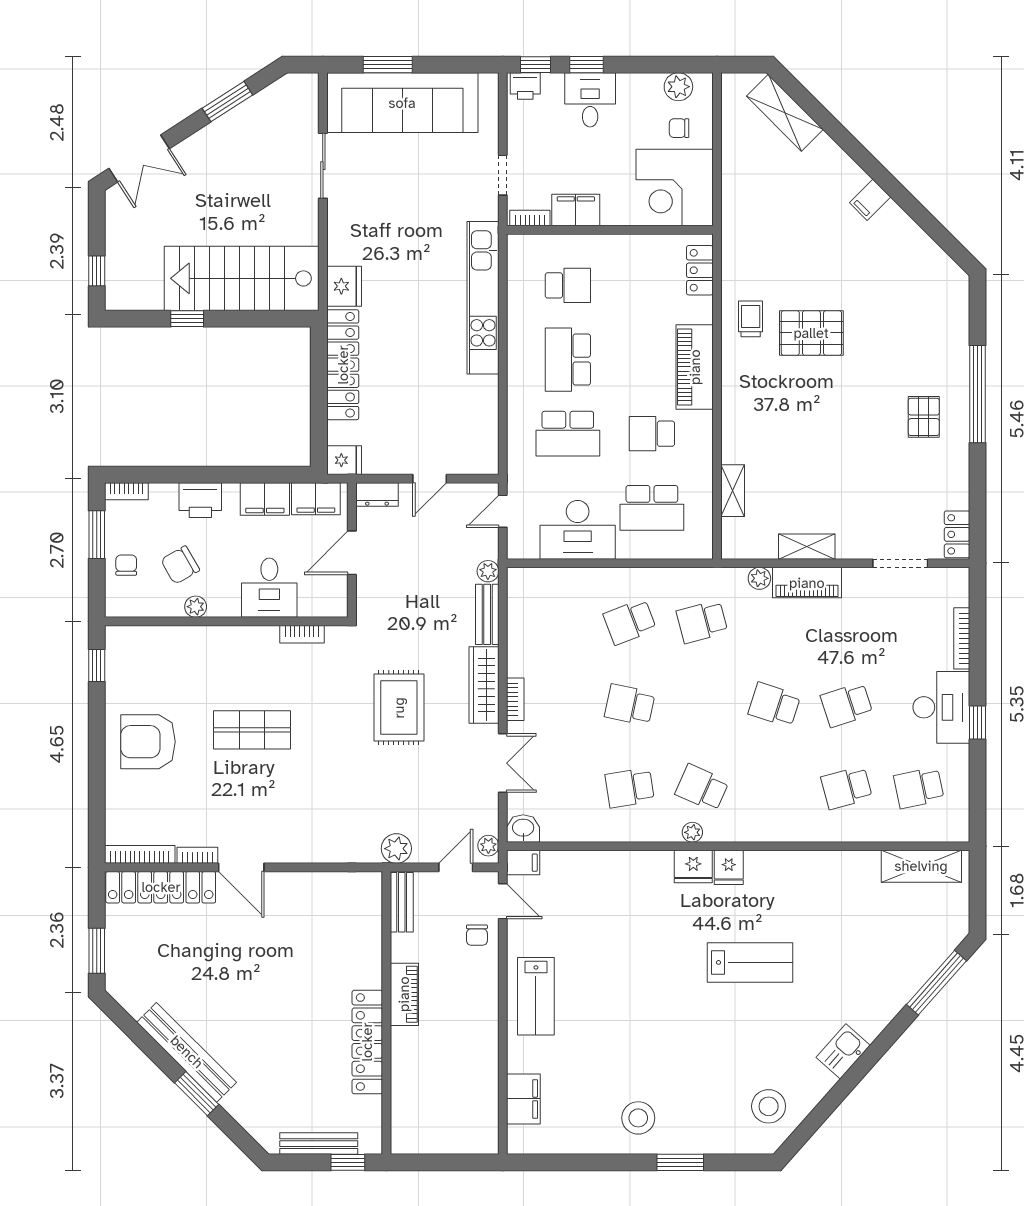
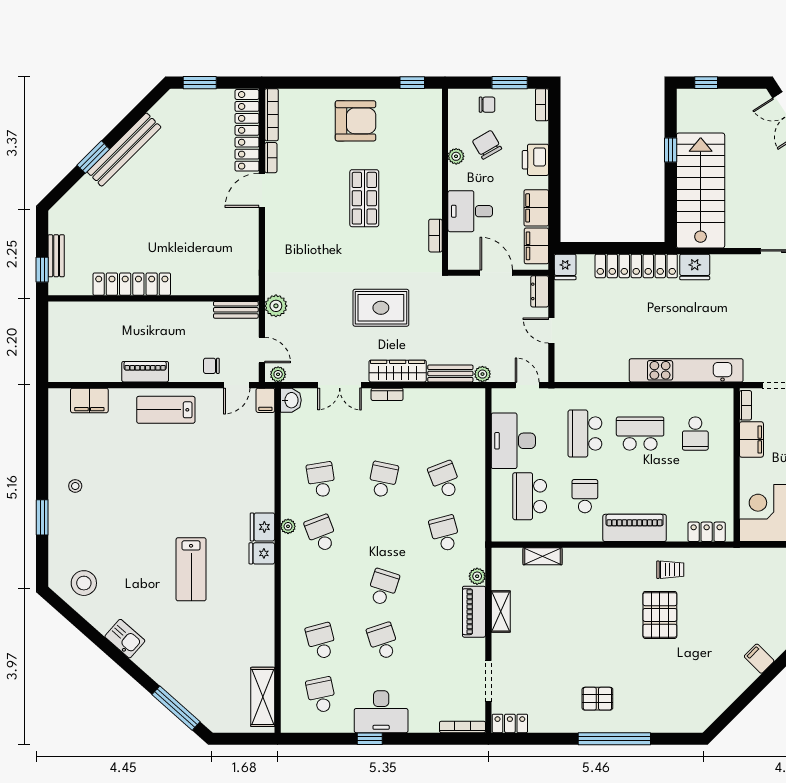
bookcase: (962, 638) -> (462, 727), moved
armchair: (148, 742) -> (355, 121), turned 90
school desk: (702, 788) -> (321, 533), turned -45
piano: (404, 994) -> (145, 372), moved, turned 180
stool: (638, 1118) -> (75, 486), width x0.53, depth x0.53
bench: (319, 1144) -> (56, 256), width x0.73

